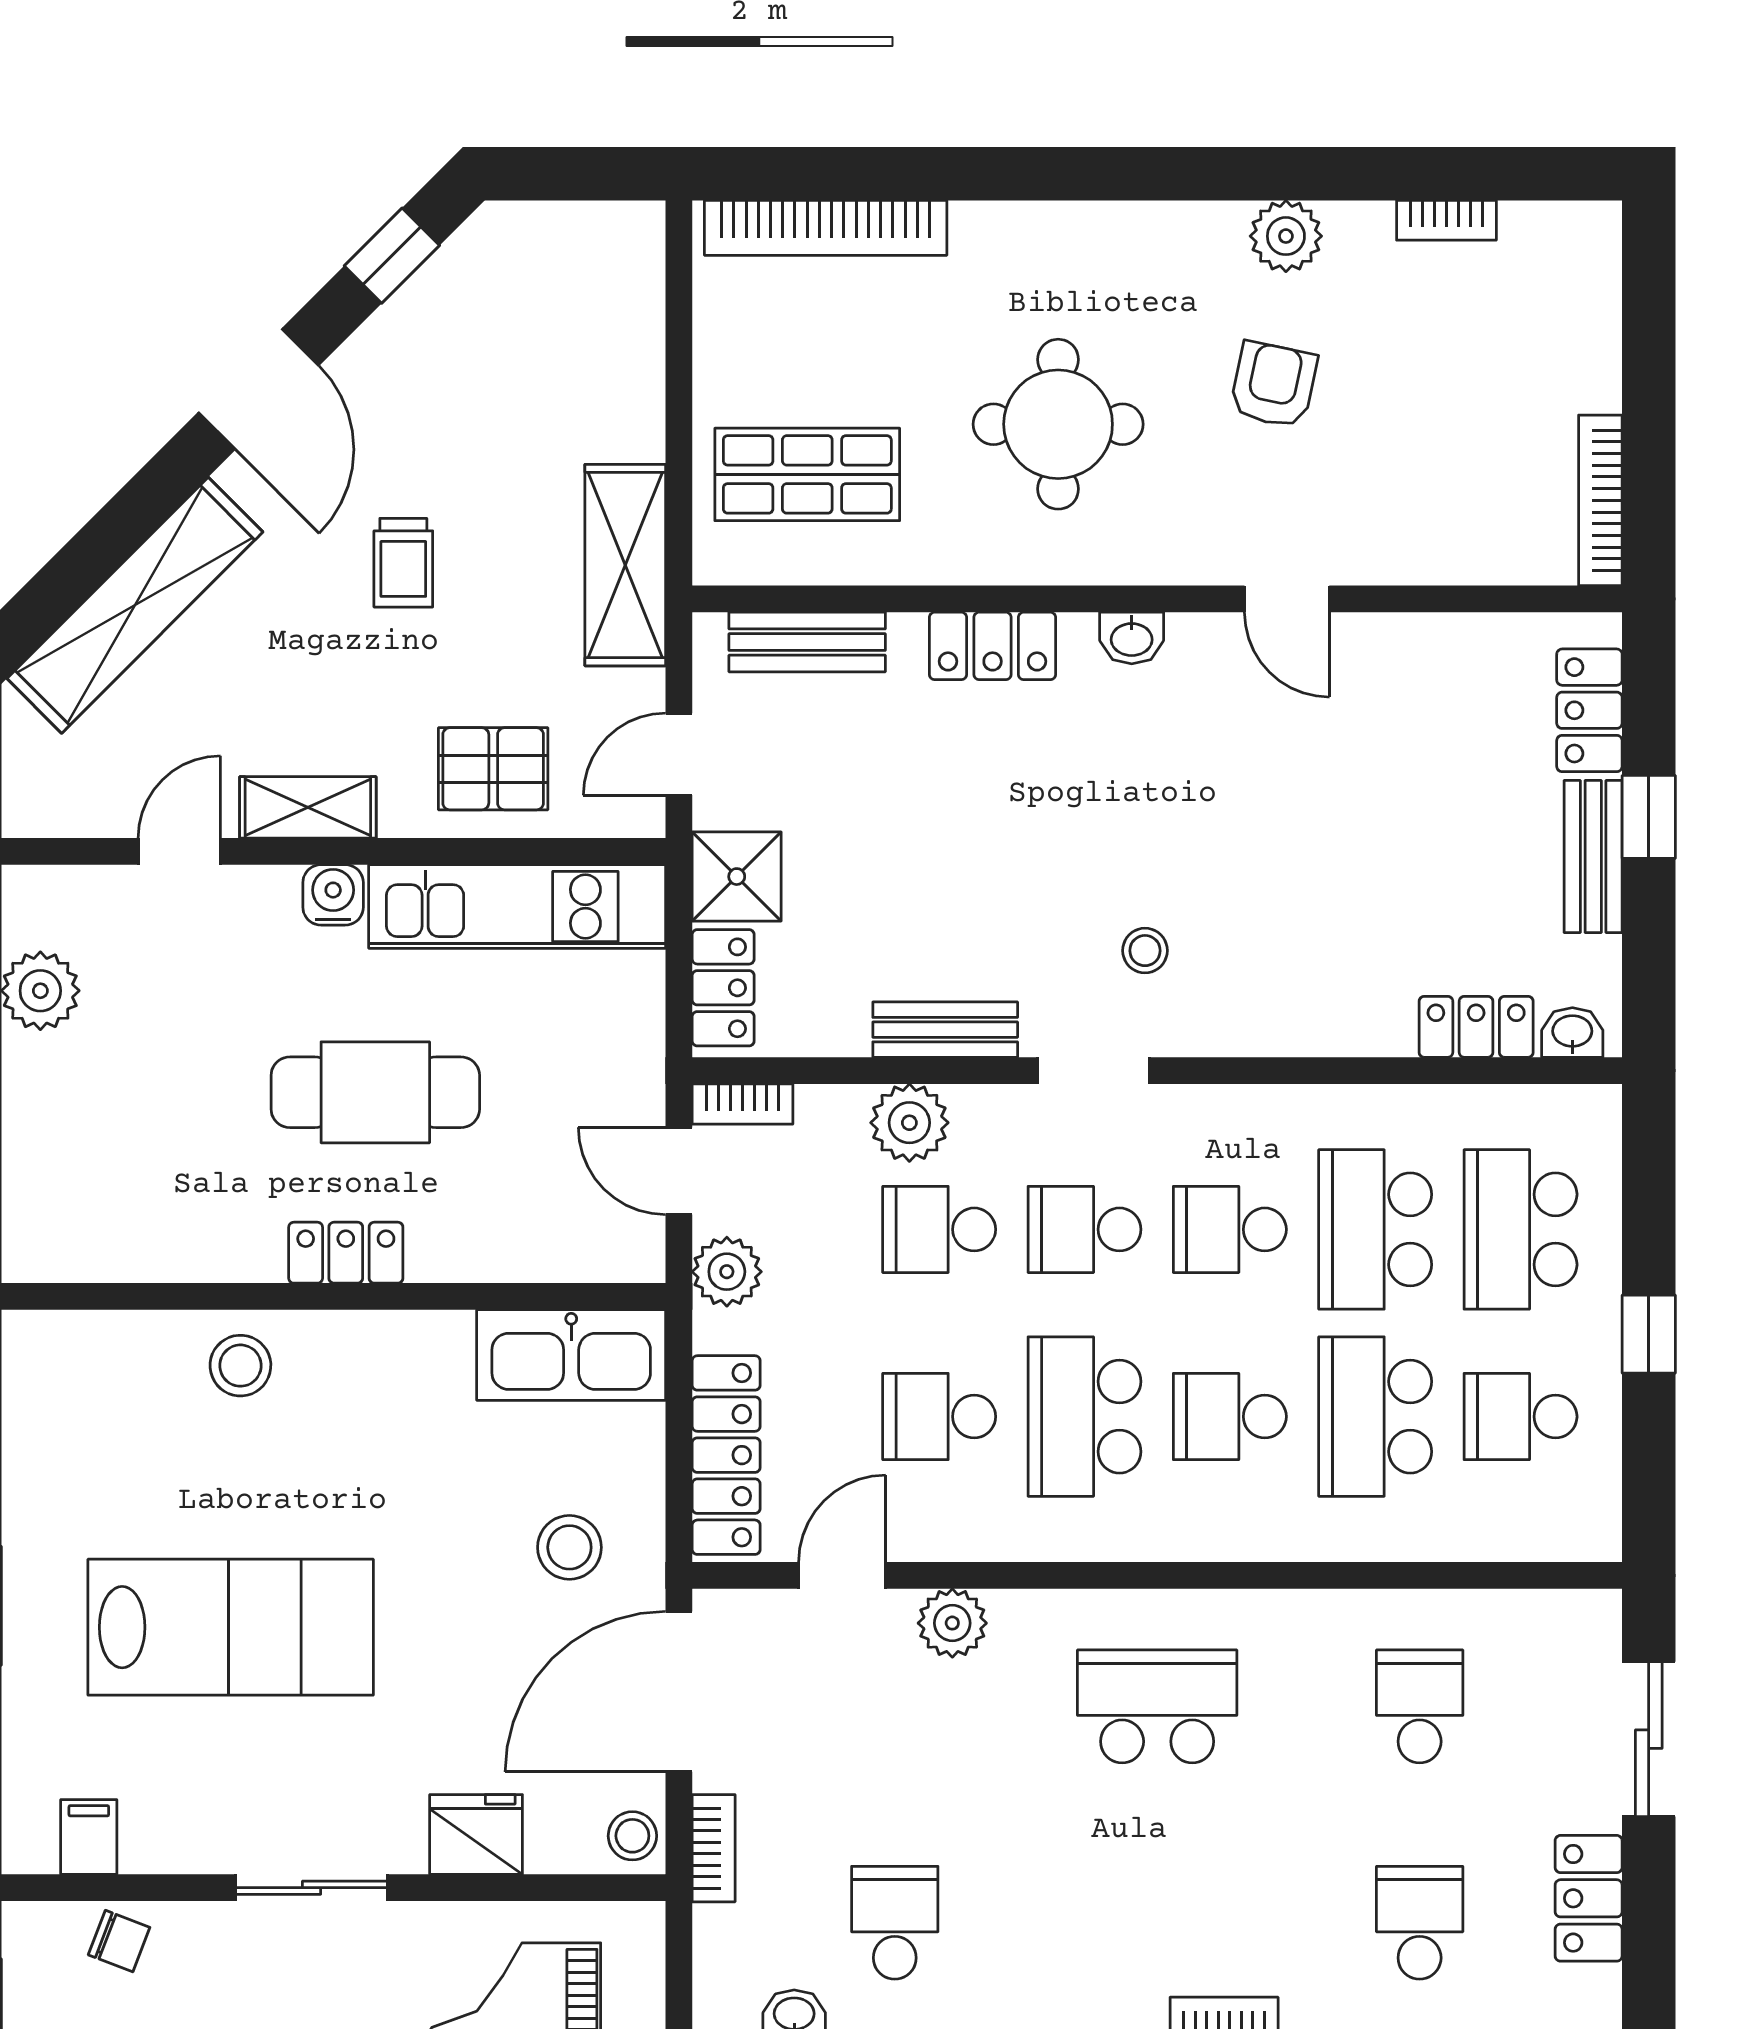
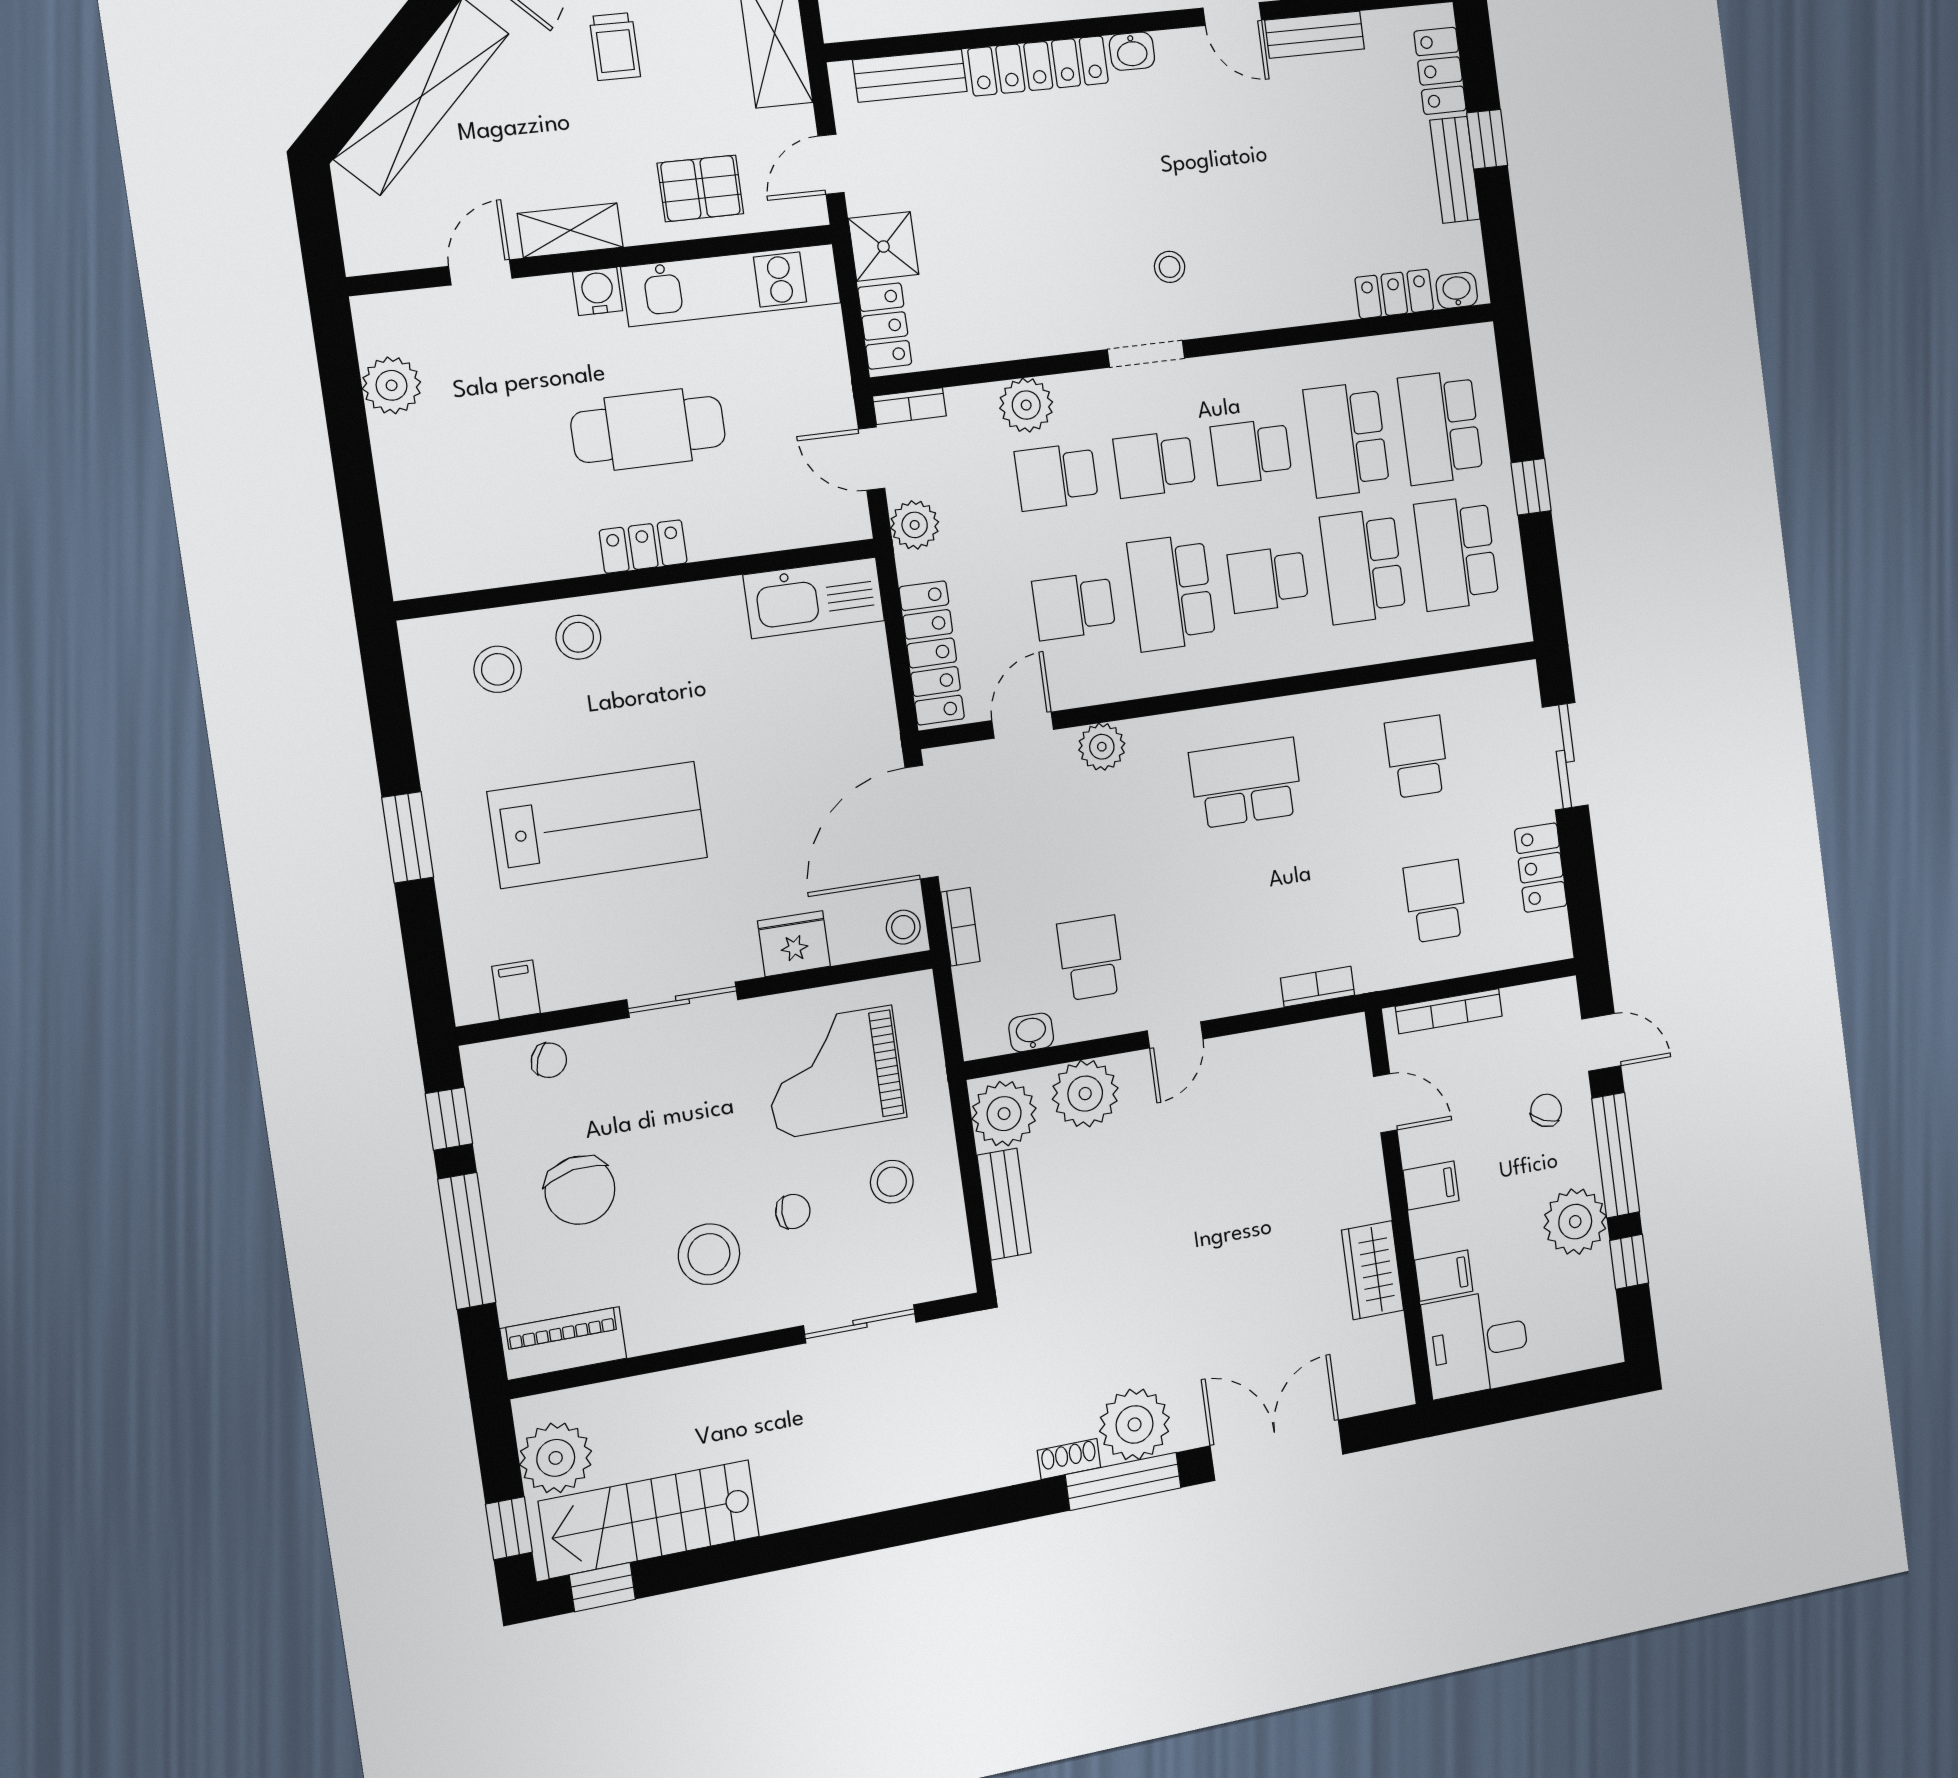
locker: (993, 646) -> (1038, 66), width x1.53
bench: (945, 1030) -> (1315, 35), moved
school desk: (1521, 1417) -> (1457, 553), width x1.85
stool: (569, 1547) -> (498, 669), moved

